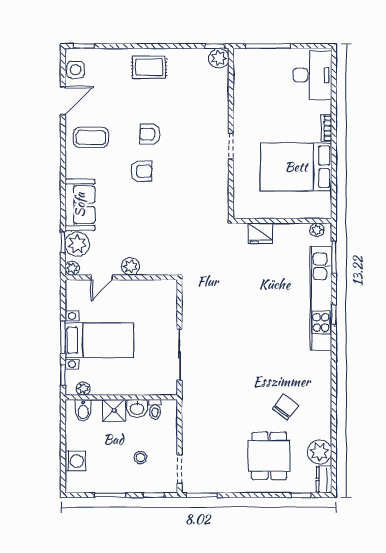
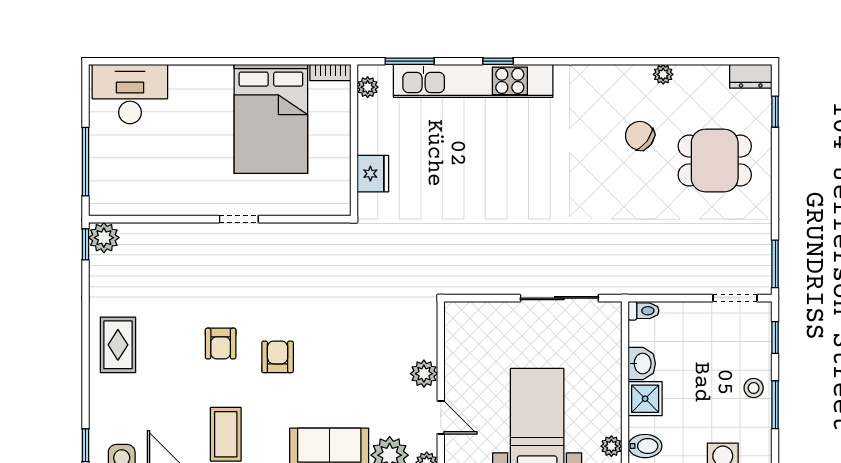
bookcase: (326, 128) -> (330, 73), moved
toilet: (155, 409) -> (644, 311), moved
plant: (320, 452) -> (663, 74), moved, width x0.53, depth x0.53
stool: (140, 457) -> (754, 388), moved

